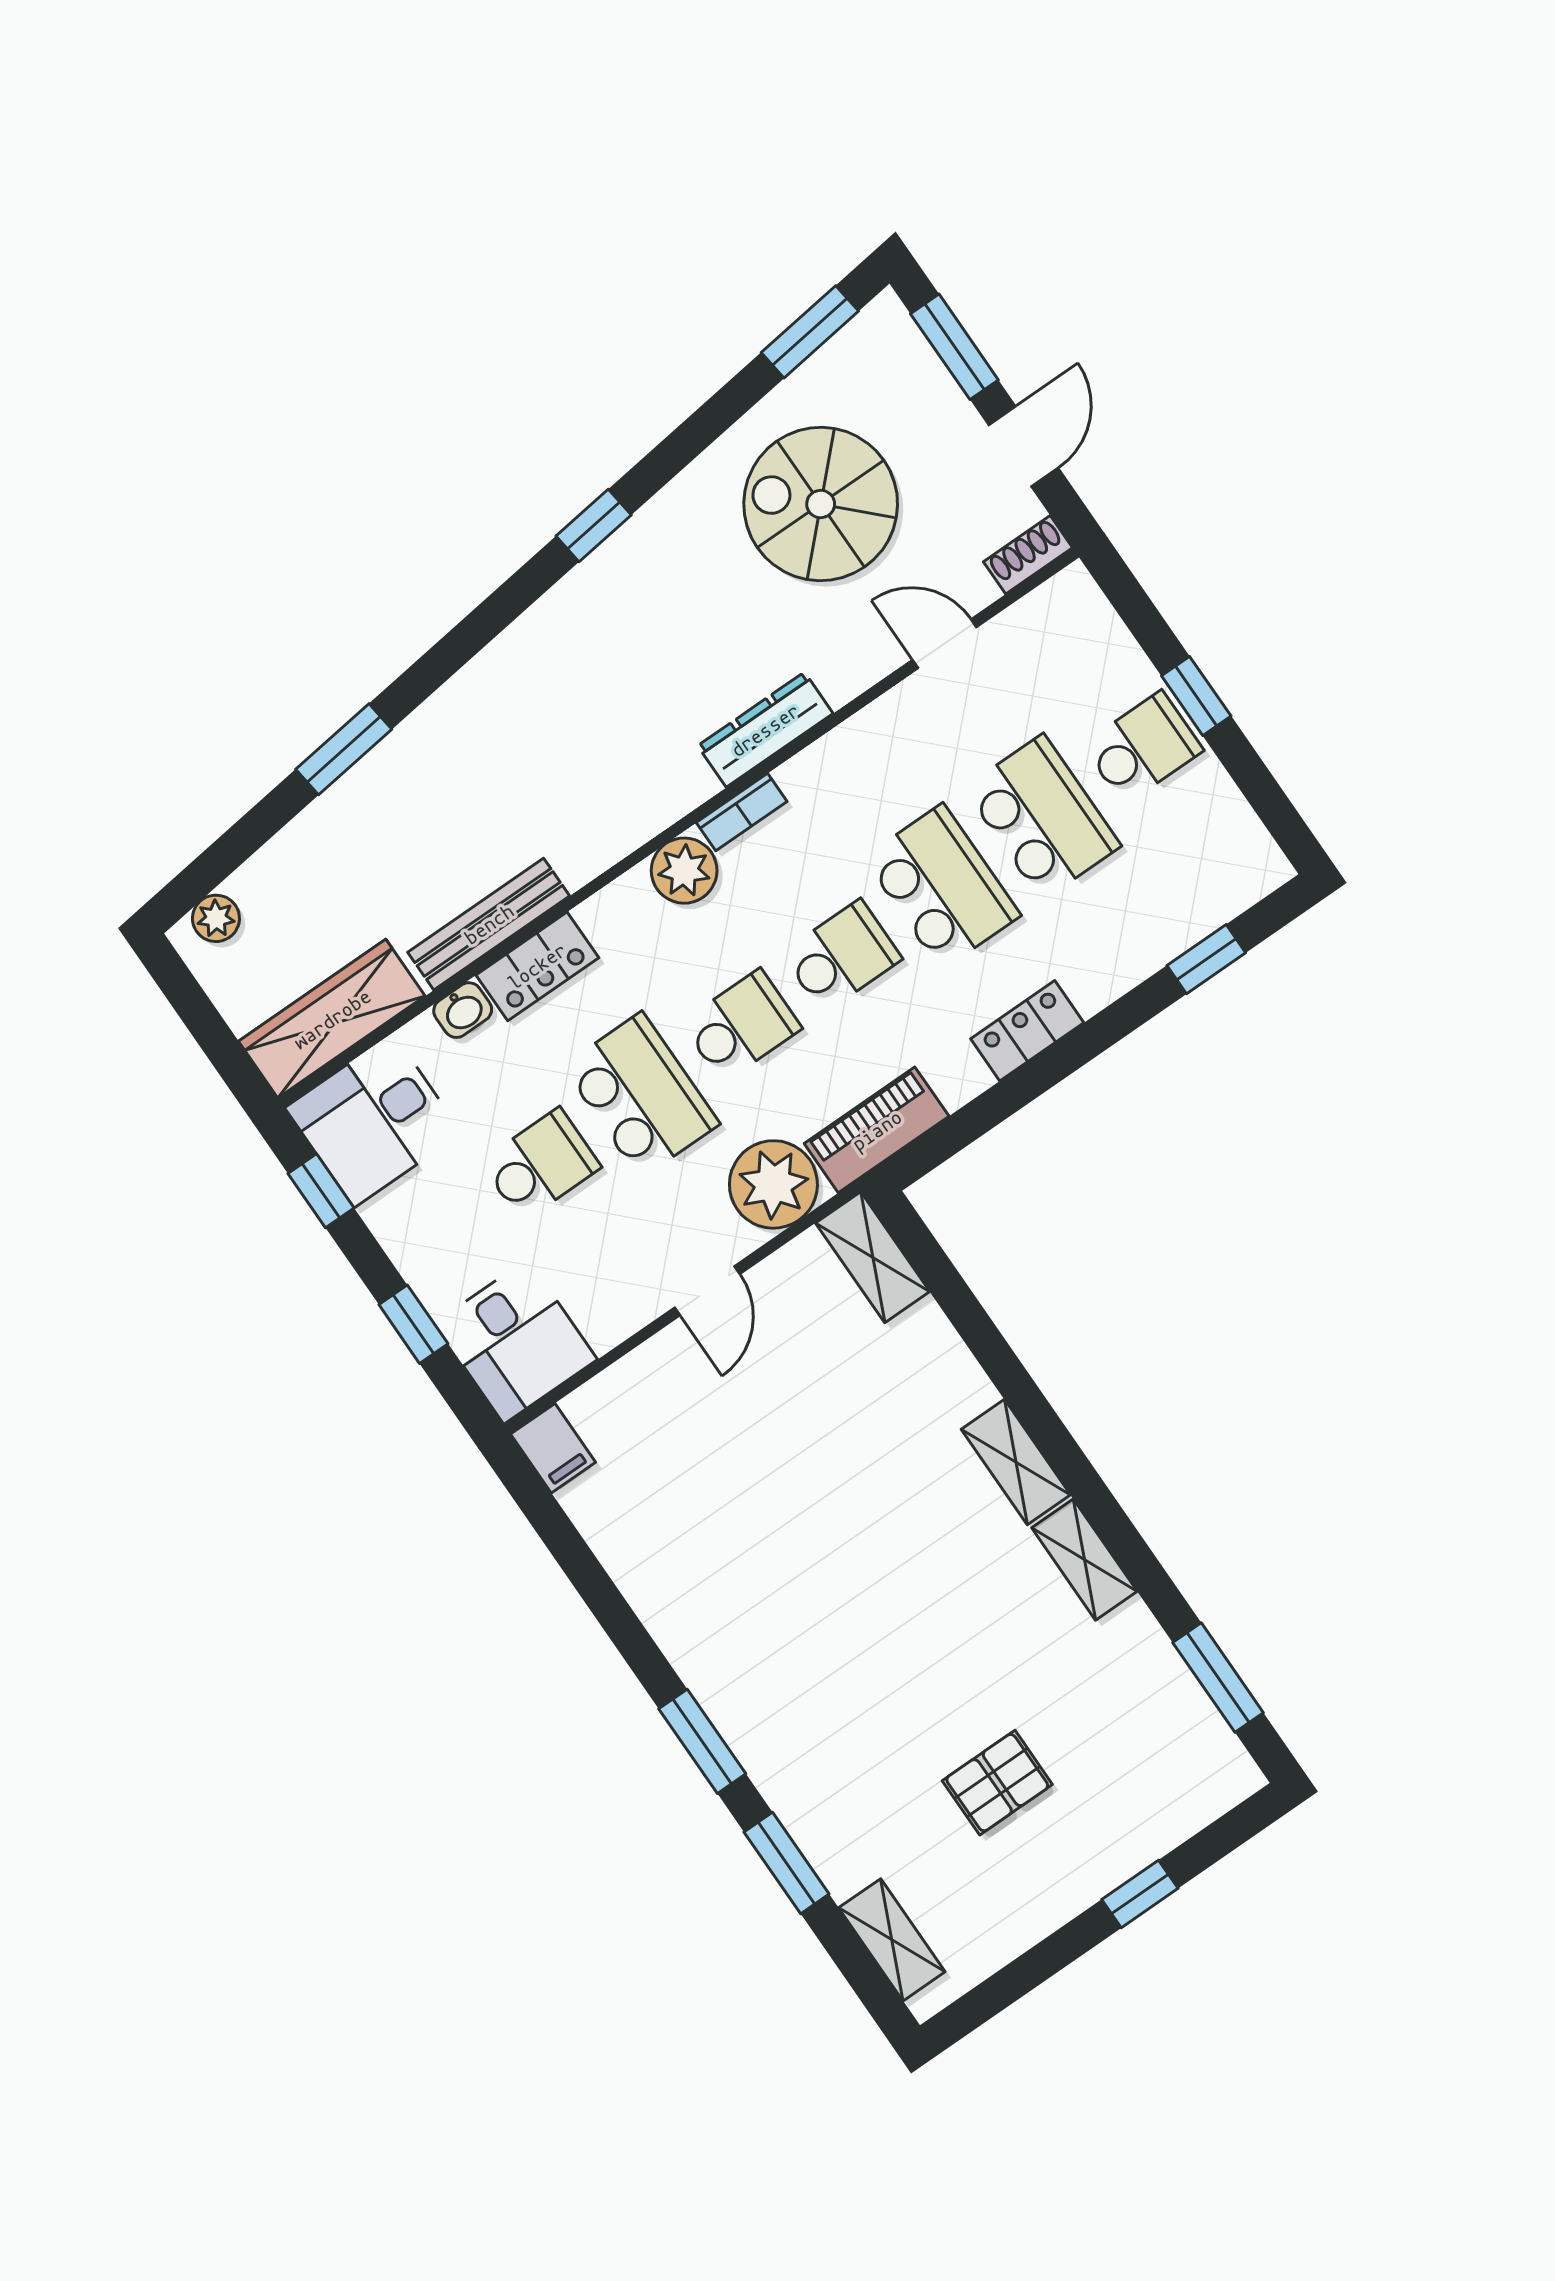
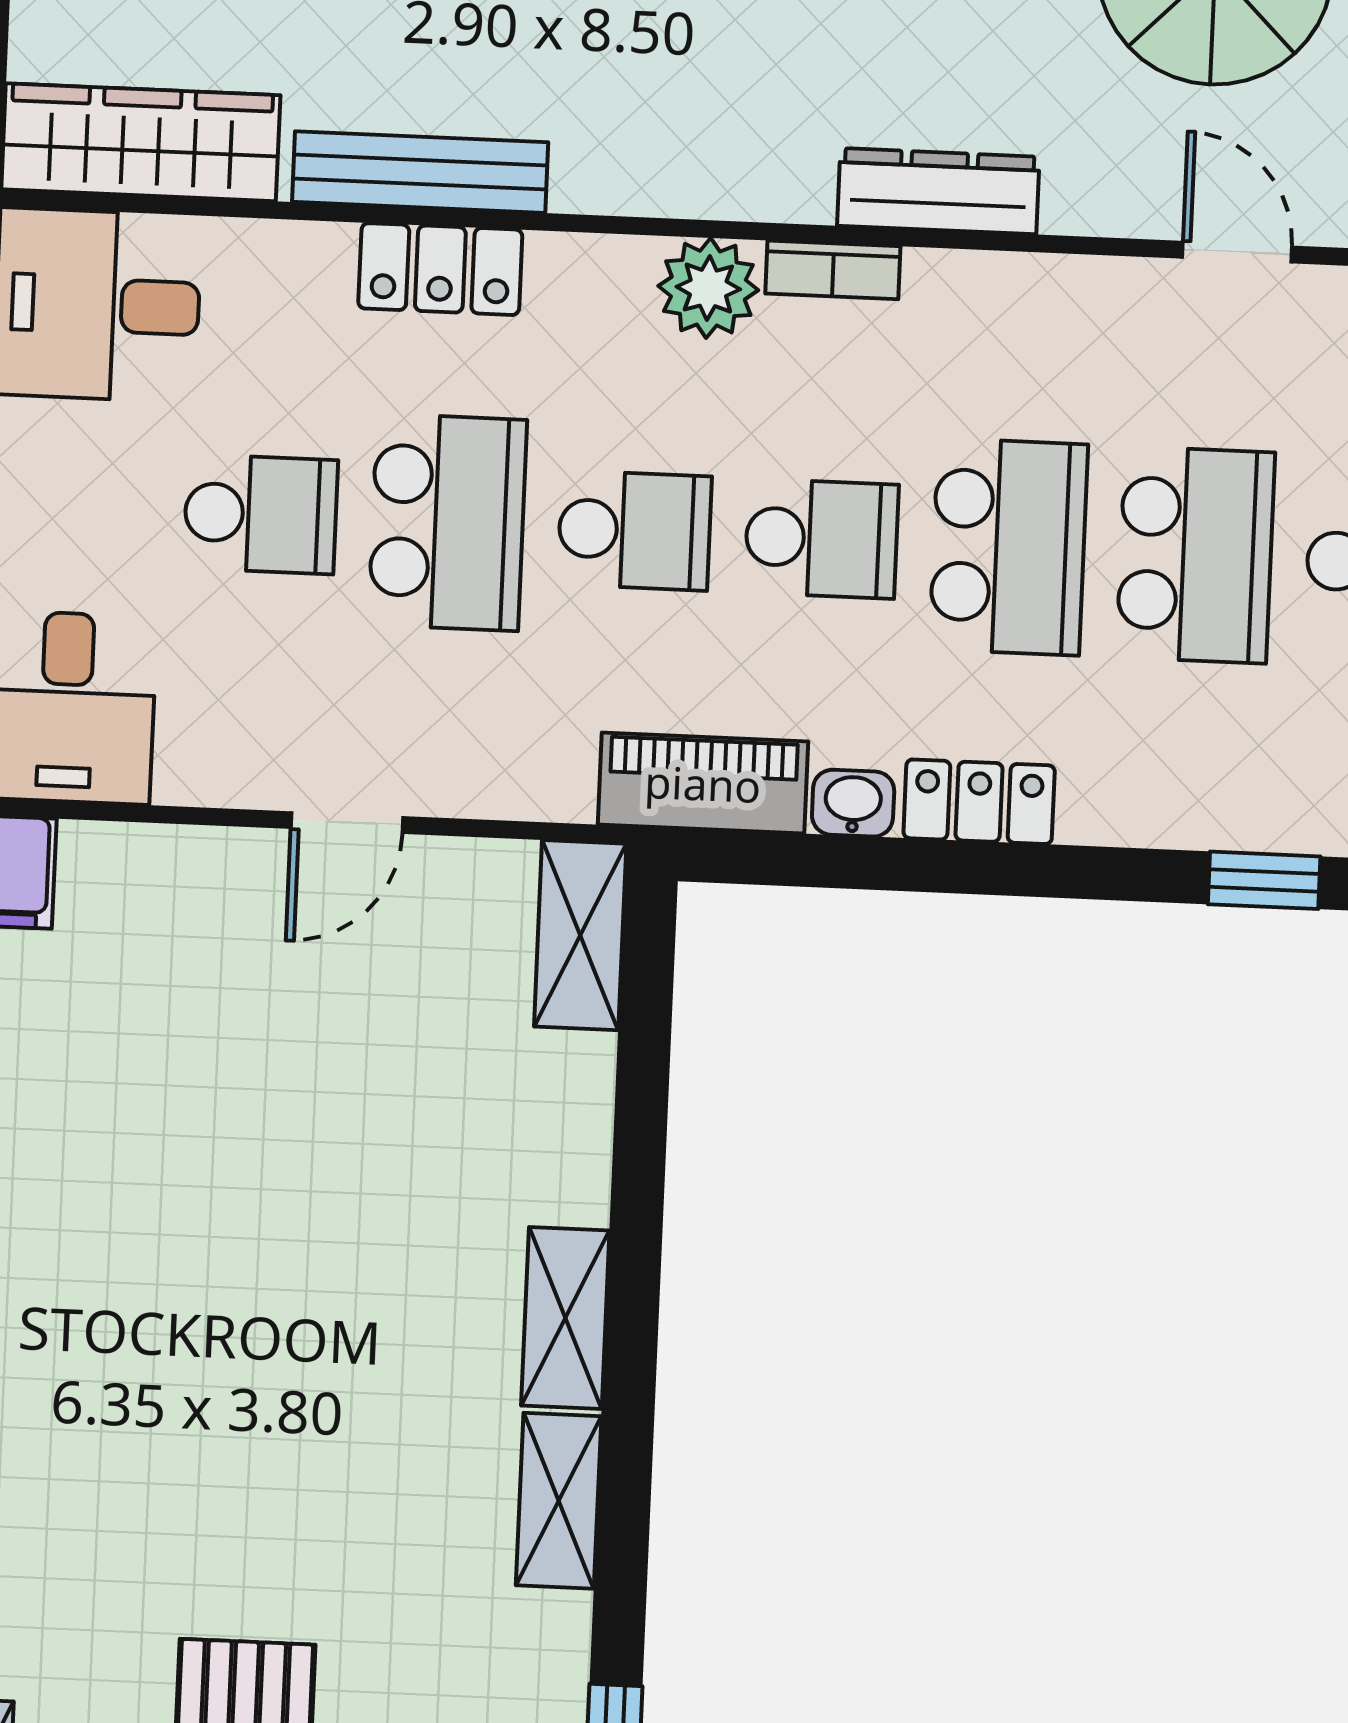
washbasin: (463, 1010) -> (853, 803), moved, turned 180
plant: (773, 1184) -> (526, 754), removed

